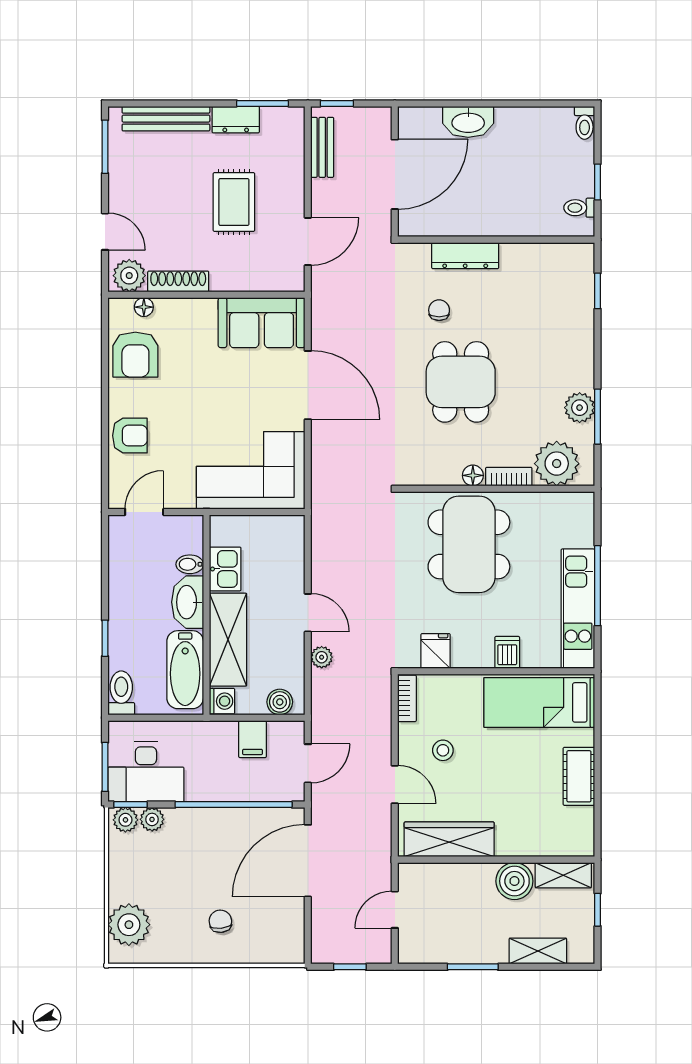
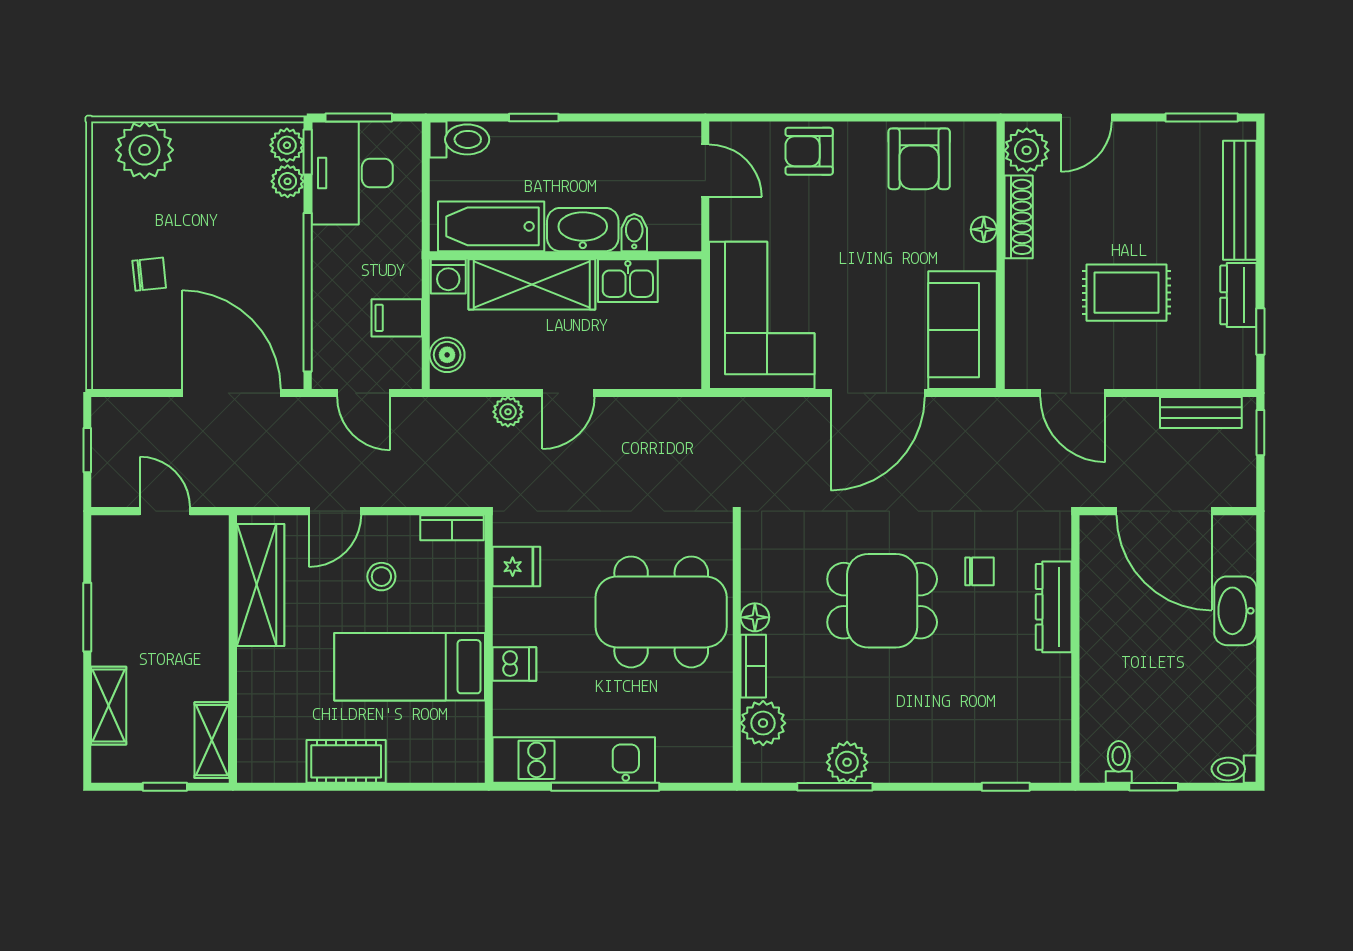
window: (262, 103) -> (1260, 331), width x0.67
floor lamp: (144, 307) -> (984, 229), moved
armchair: (135, 355) -> (919, 159), turned -90
armchair: (130, 436) -> (809, 151), turned 90
plant: (557, 464) -> (763, 723), width x0.73, depth x0.73
bed: (539, 702) -> (410, 667), moved, turned -90
boiler: (514, 881) -> (204, 674), removed

